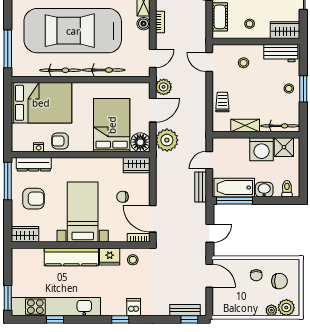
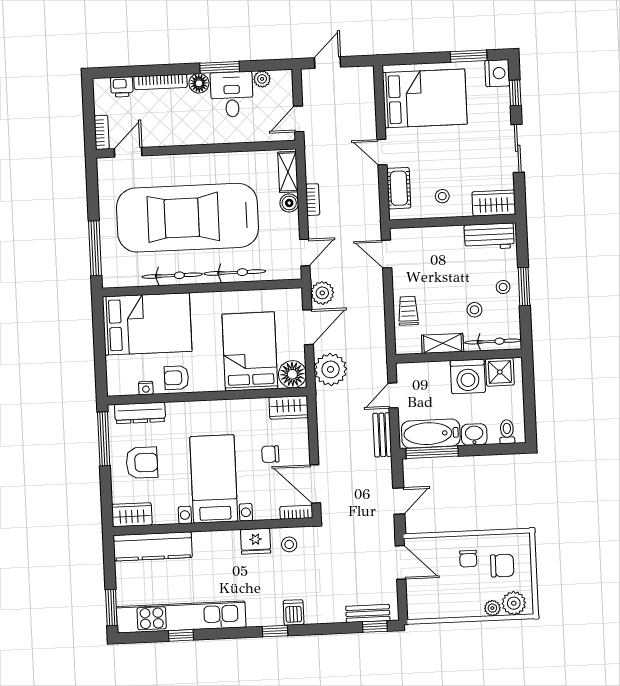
stool: (244, 63) -> (474, 310), moved
kitchen counter: (71, 257) -> (153, 546), moved

